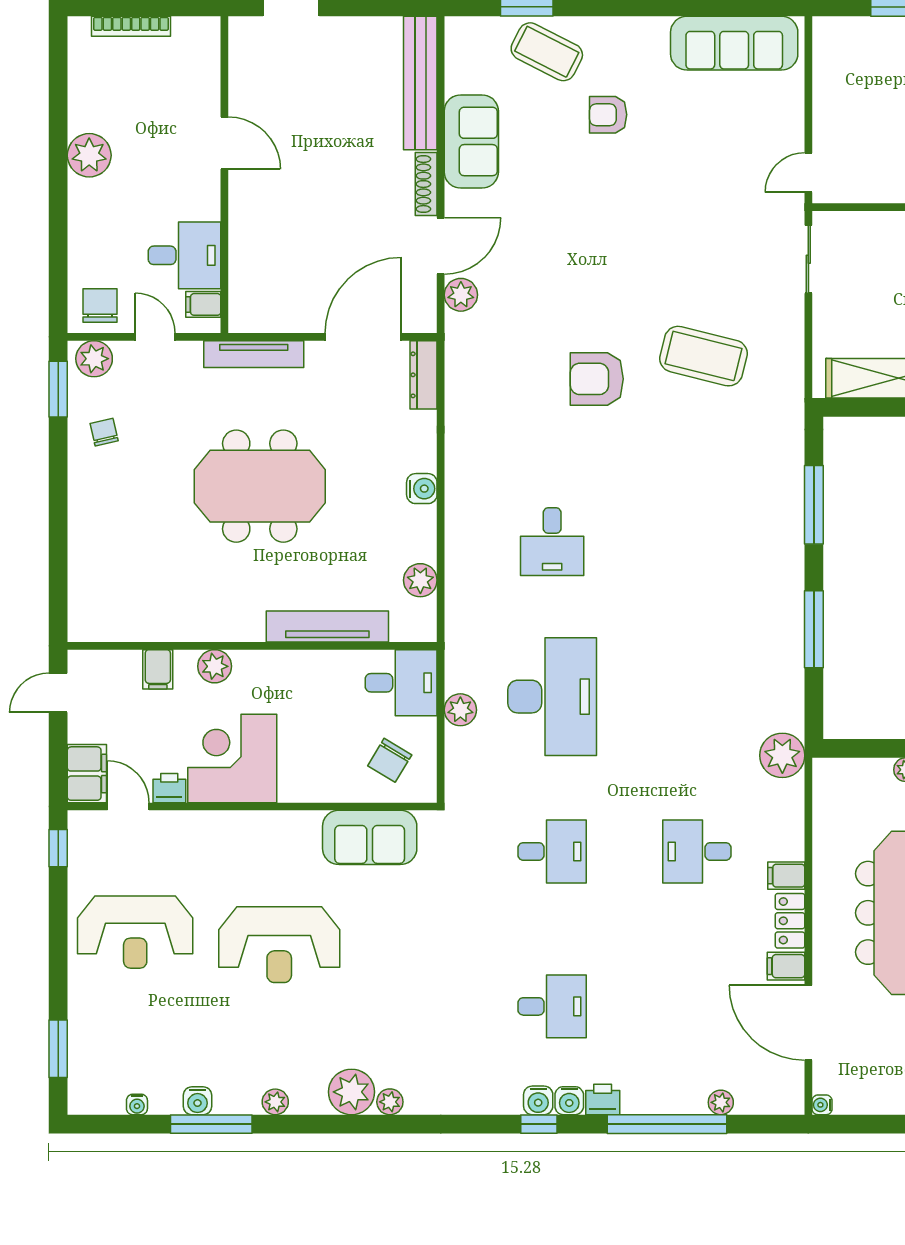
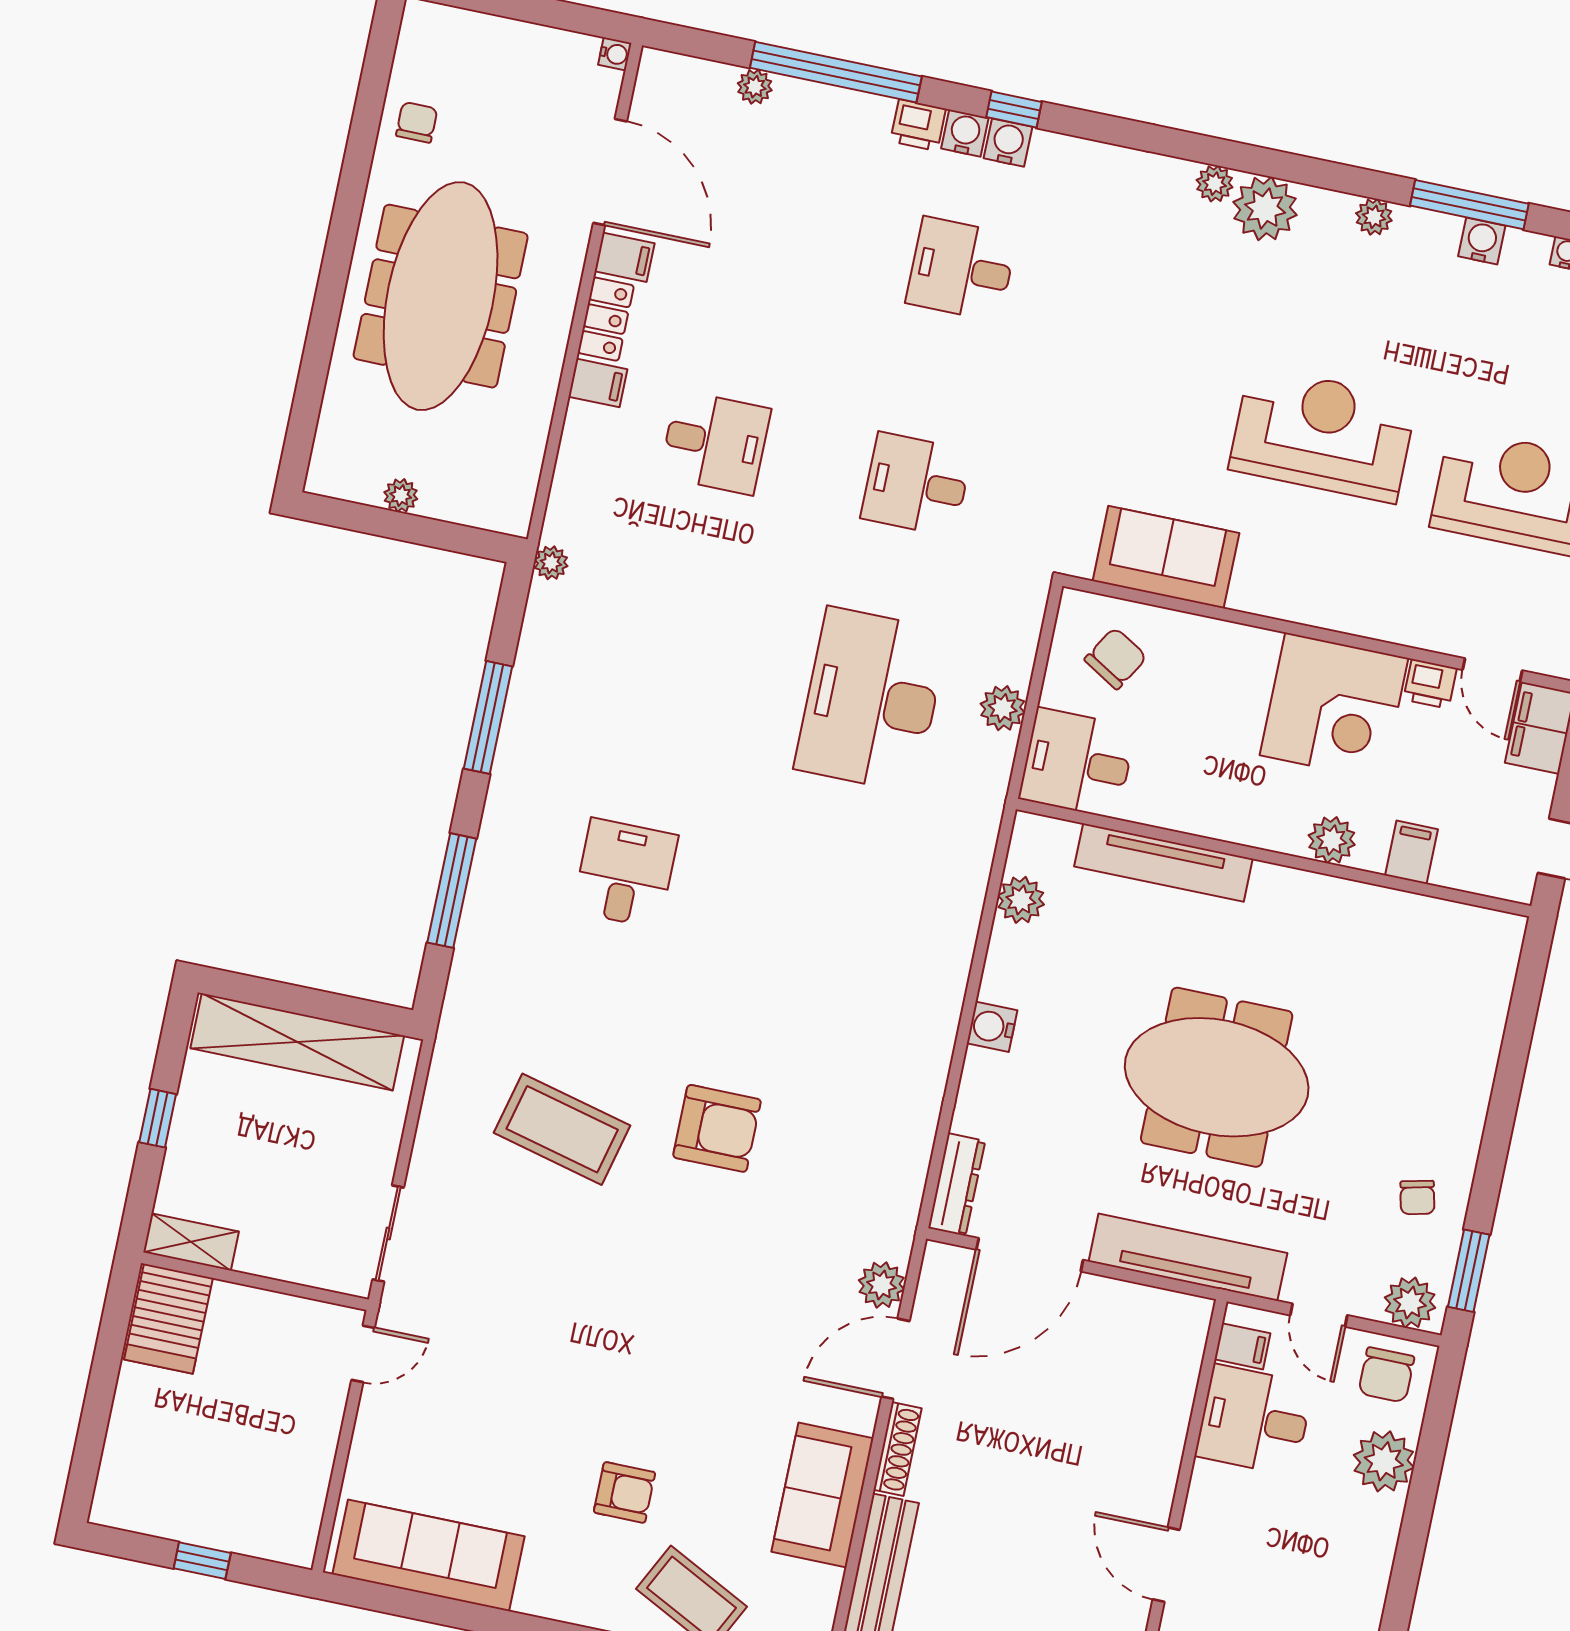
plant: (89, 155) -> (1384, 1461), moved
tv unit: (254, 354) -> (1188, 1257), width x1.36, depth x1.29
desk: (552, 542) -> (625, 873), moved
plant: (782, 755) -> (551, 563), width x0.53, depth x0.53

